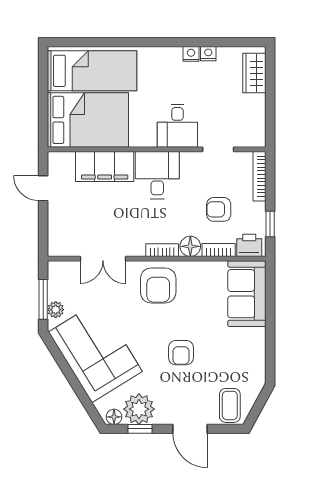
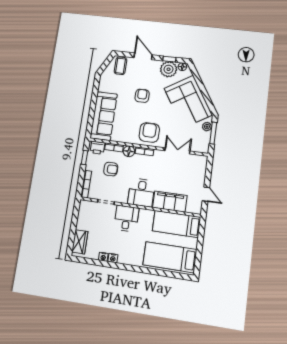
bed: (88, 120) -> (176, 224), width x0.67
sofa: (247, 294) -> (104, 116), width x1.36

